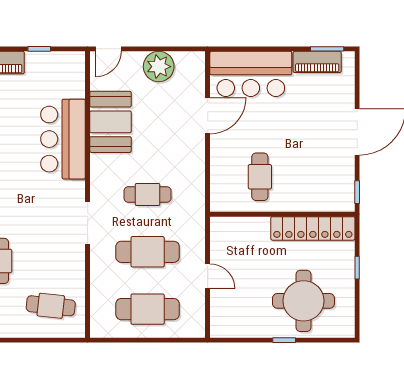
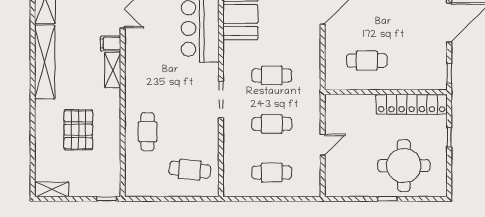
cafe table: (260, 177) -> (367, 60), turned 90
cafe table: (148, 252) -> (272, 124), width x0.73, depth x0.74
door: (208, 276) -> (323, 145), hinge flipped
cafe table: (148, 309) -> (272, 173), width x0.73, depth x0.74

